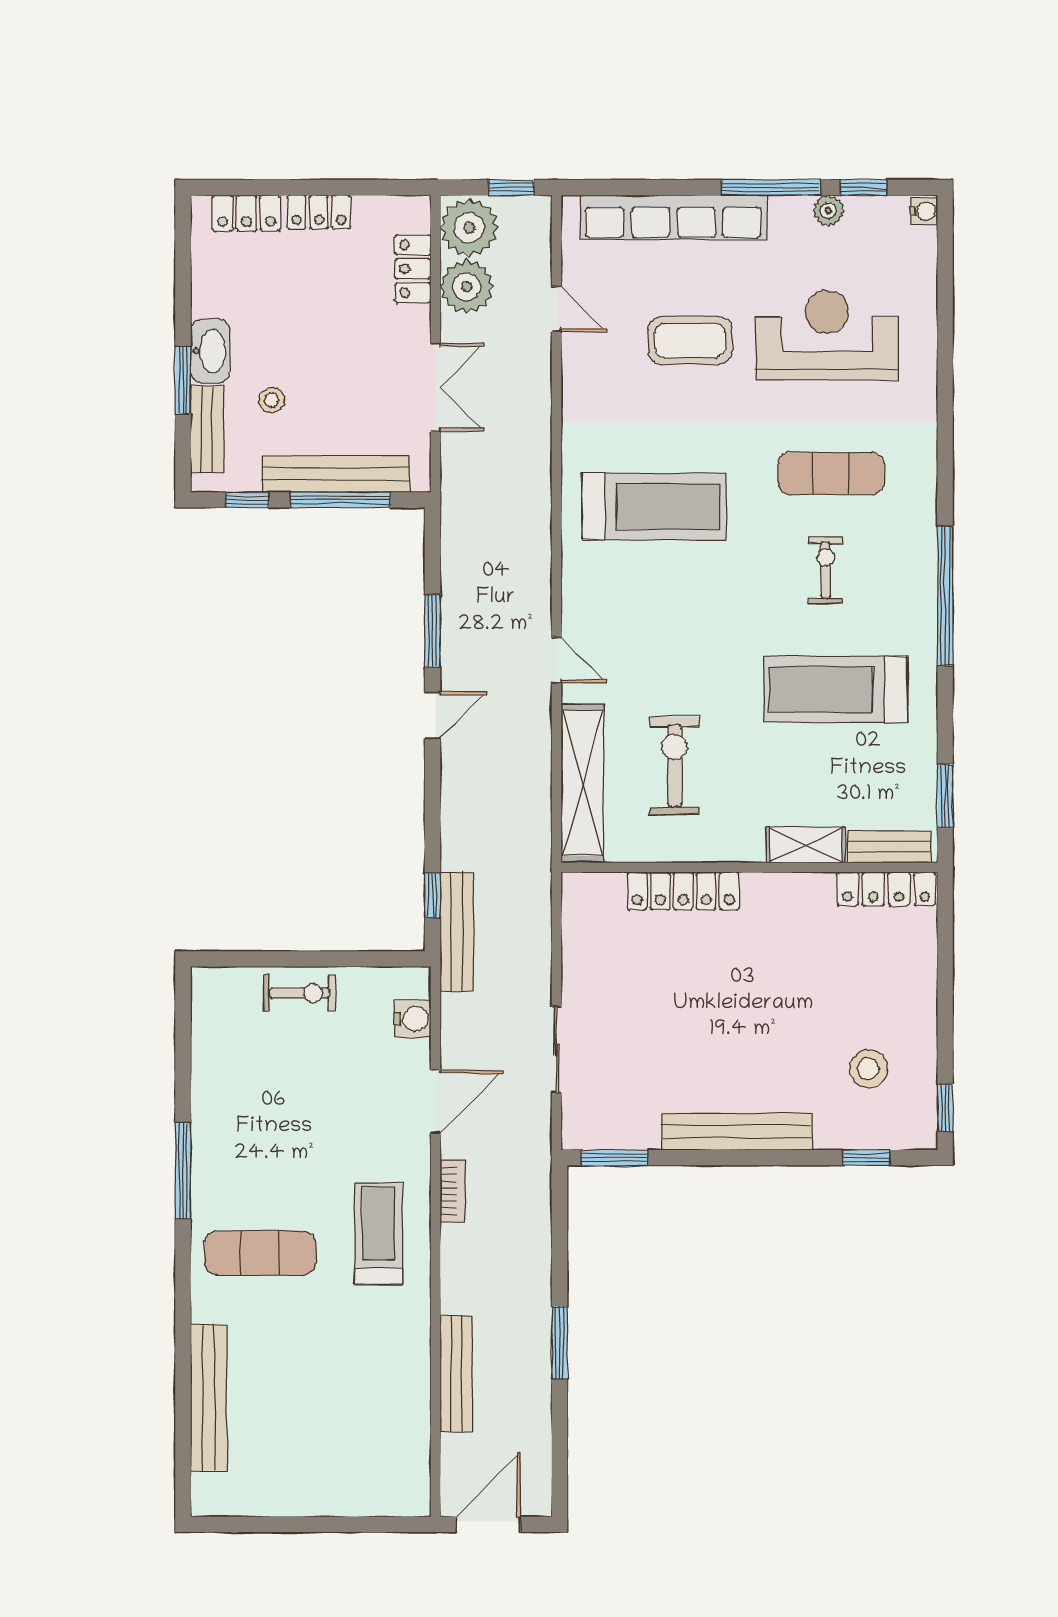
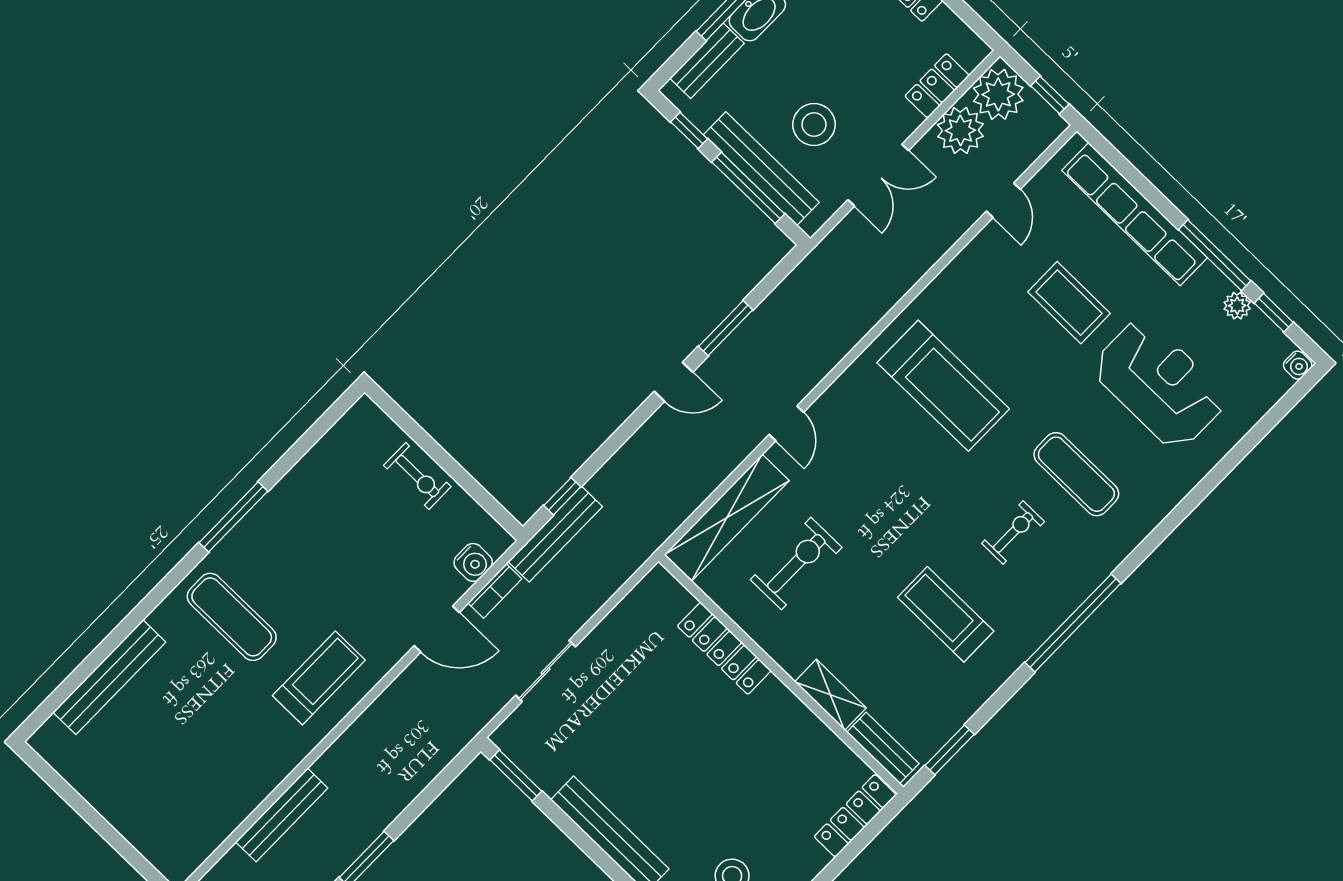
stool: (272, 400) -> (814, 125), moved, width x1.89, depth x1.89
treadmill: (835, 689) -> (946, 614), width x0.73, depth x0.73
locker: (886, 889) -> (855, 816), moved, turned 90
bookcase: (452, 1191) -> (495, 591), moved

